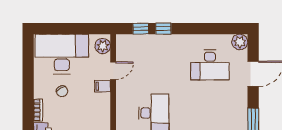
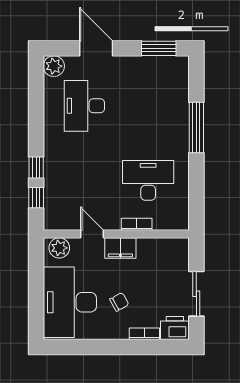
desk: (210, 65) -> (84, 106), turned 180
filing cabinet: (103, 86) -> (120, 248), width x2.00
bookcase: (121, 104) -> (137, 224), added

